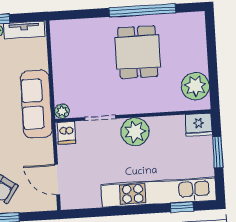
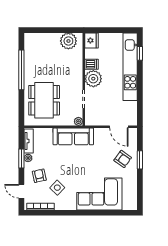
dining table: (138, 52) -> (44, 100), moved, width x1.37
dishwasher: (66, 133) -> (92, 64), moved
window: (218, 152) -> (109, 30), removed
door: (57, 179) -> (119, 127), hinge flipped

